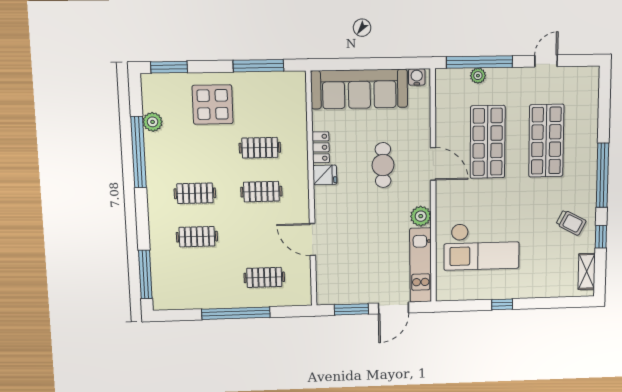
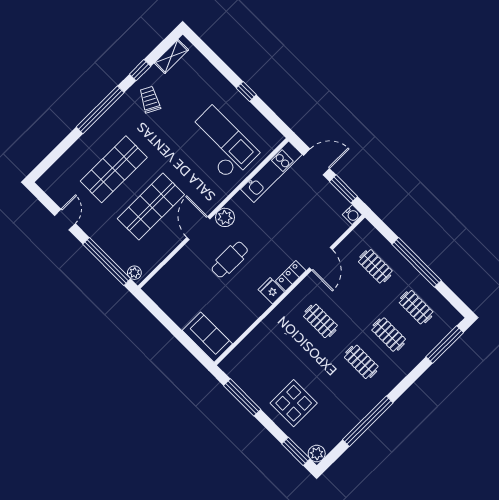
door: (546, 61) -> (65, 220), swing flipped
plant: (478, 76) -> (134, 273), moved
water cooler: (417, 77) -> (352, 215), moved, turned -90
sofa: (359, 89) -> (207, 337), width x0.54, depth x0.79
plant: (153, 122) -> (317, 454), moved
locker: (321, 147) -> (291, 276), moved
clothes rail: (260, 148) -> (416, 307), moved
plant: (421, 216) -> (225, 217), moved

